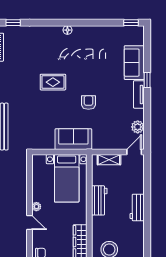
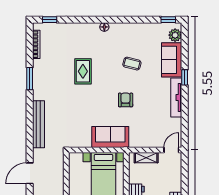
coffee table: (95, 66) -> (132, 64), added
rug: (53, 82) -> (83, 71), moved, turned 90
tv unit: (139, 94) -> (176, 98), width x1.41
plant: (138, 127) -> (175, 35), moved

